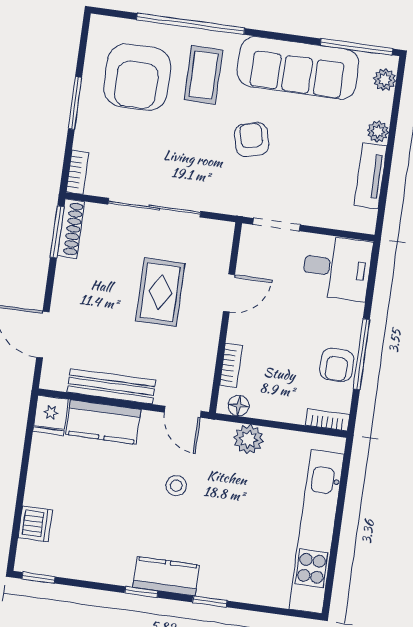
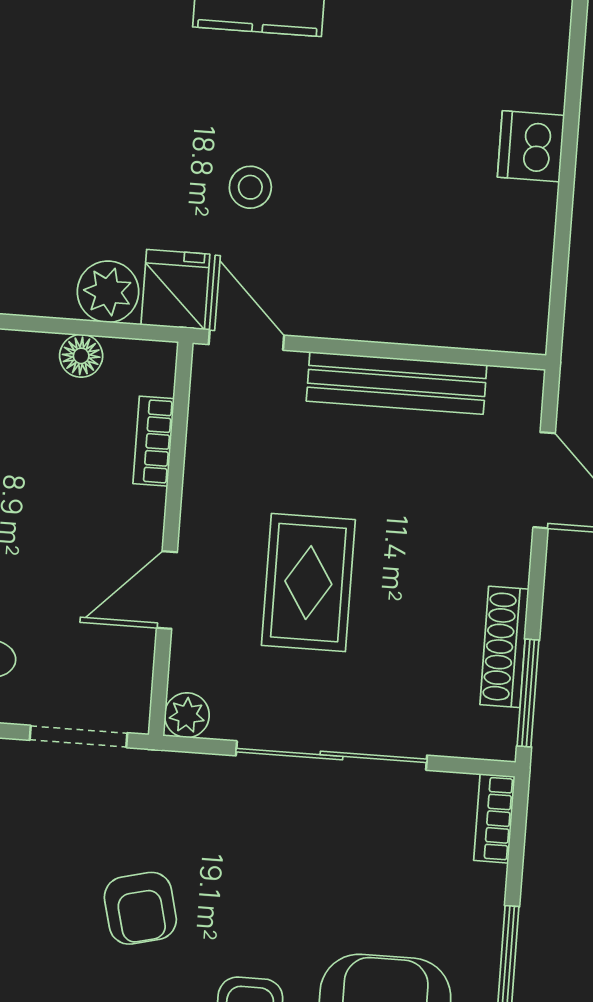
shoe rack: (71, 229) -> (504, 647), moved
plant: (223, 232) -> (187, 715), added
floor lamp: (239, 406) -> (81, 356), moved
fridge: (51, 415) -> (175, 290), moved
kitchen counter: (103, 422) -> (409, 309), removed
dishwasher: (35, 524) -> (531, 146), moved

